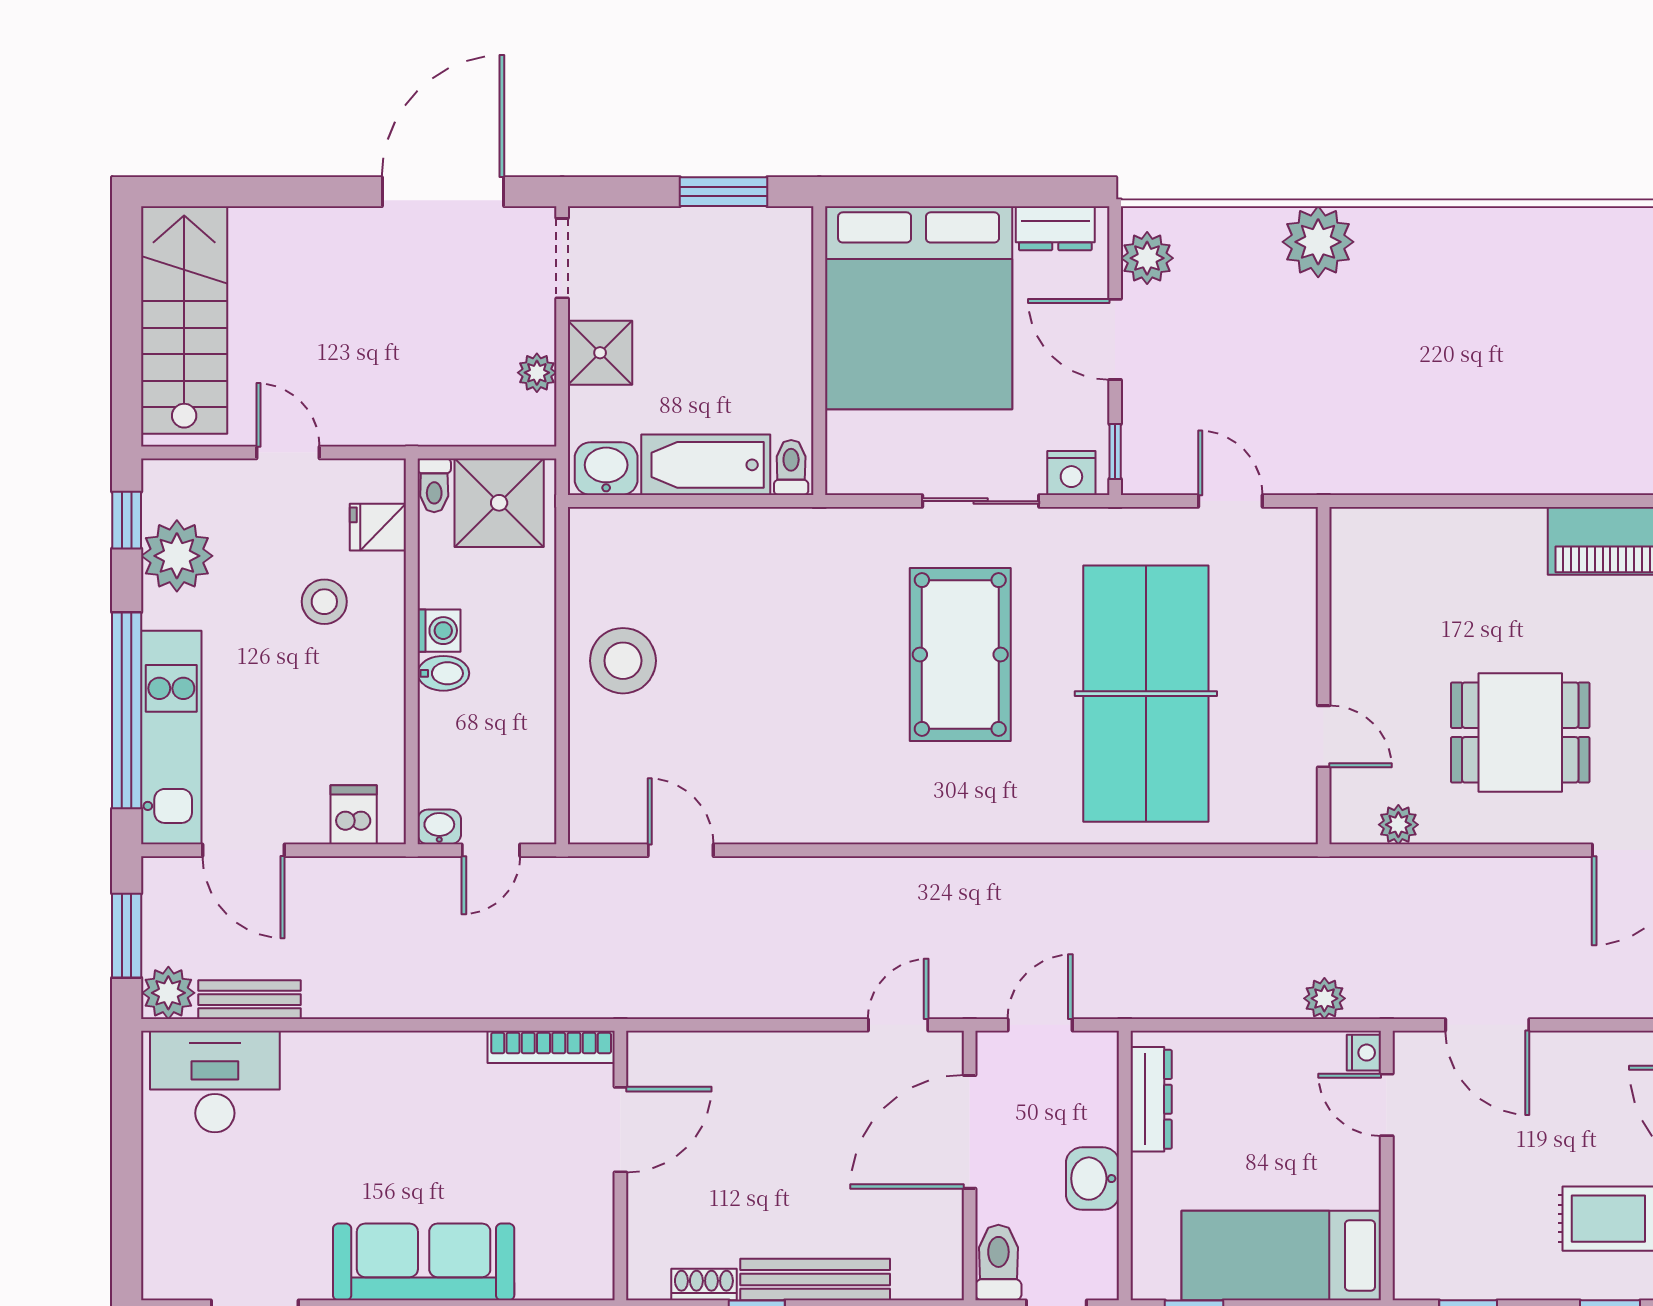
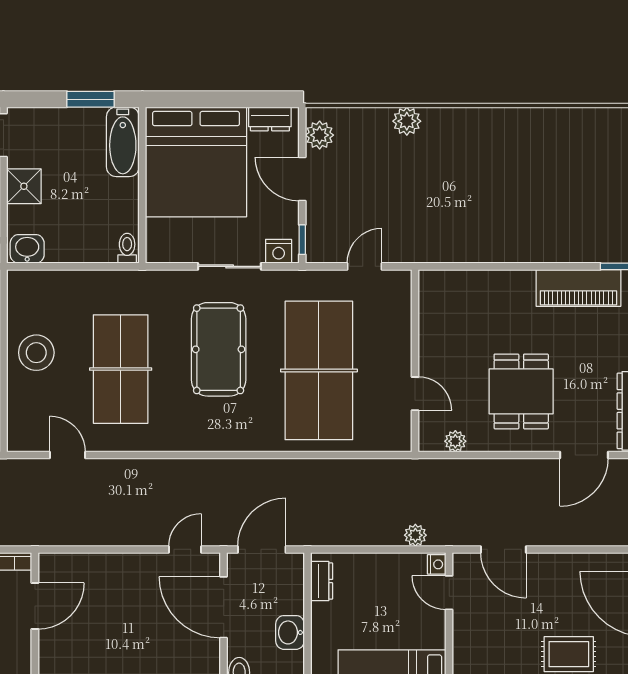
plant: (1318, 242) -> (407, 121), width x0.73, depth x0.73
bathtub: (706, 465) -> (123, 142), moved, turned -90
door: (1230, 501) -> (365, 266), hinge flipped
table tennis table: (779, 691) -> (121, 369), added
dining table: (1520, 732) -> (521, 391), turned 90
door: (1040, 1025) -> (262, 549), width x1.38
dresser: (1151, 1099) -> (322, 581), width x0.70
door: (970, 1132) -> (224, 607), hinge flipped

